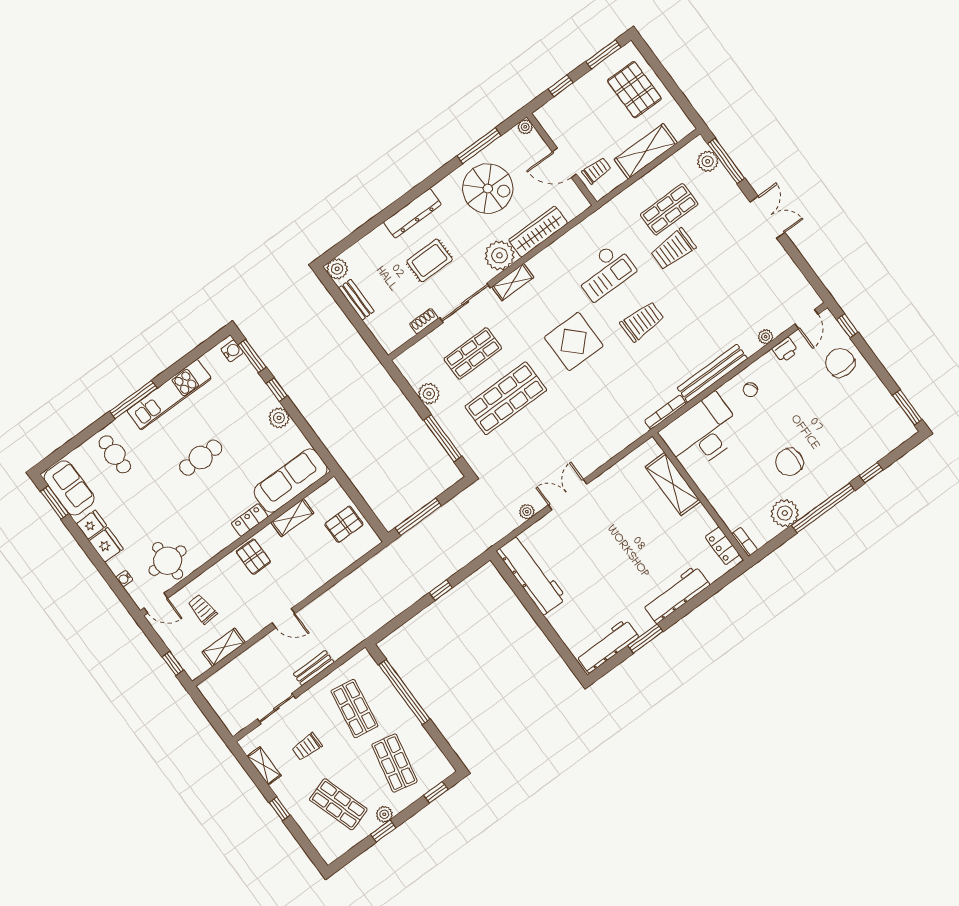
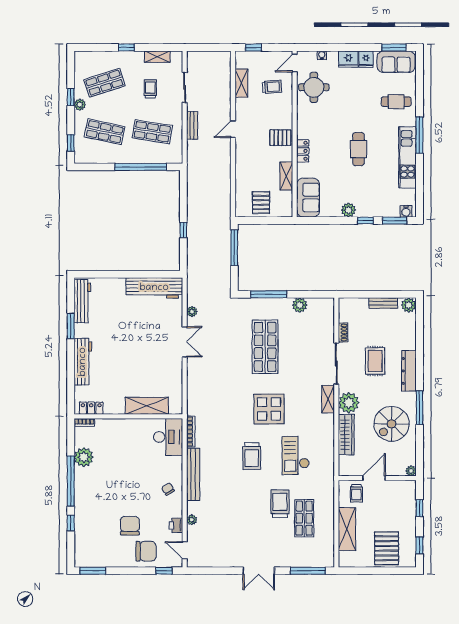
window: (603, 54) -> (419, 545), width x0.67
pallet: (634, 90) -> (387, 548), turned 90
window: (479, 146) -> (419, 408), moved
plant: (708, 161) -> (315, 560), removed
shop shelf: (473, 353) -> (304, 347), removed
desk: (702, 433) -> (168, 437), width x0.73, depth x0.77
chair: (789, 462) -> (130, 526), moved
sofa: (291, 481) -> (308, 198), width x0.73

